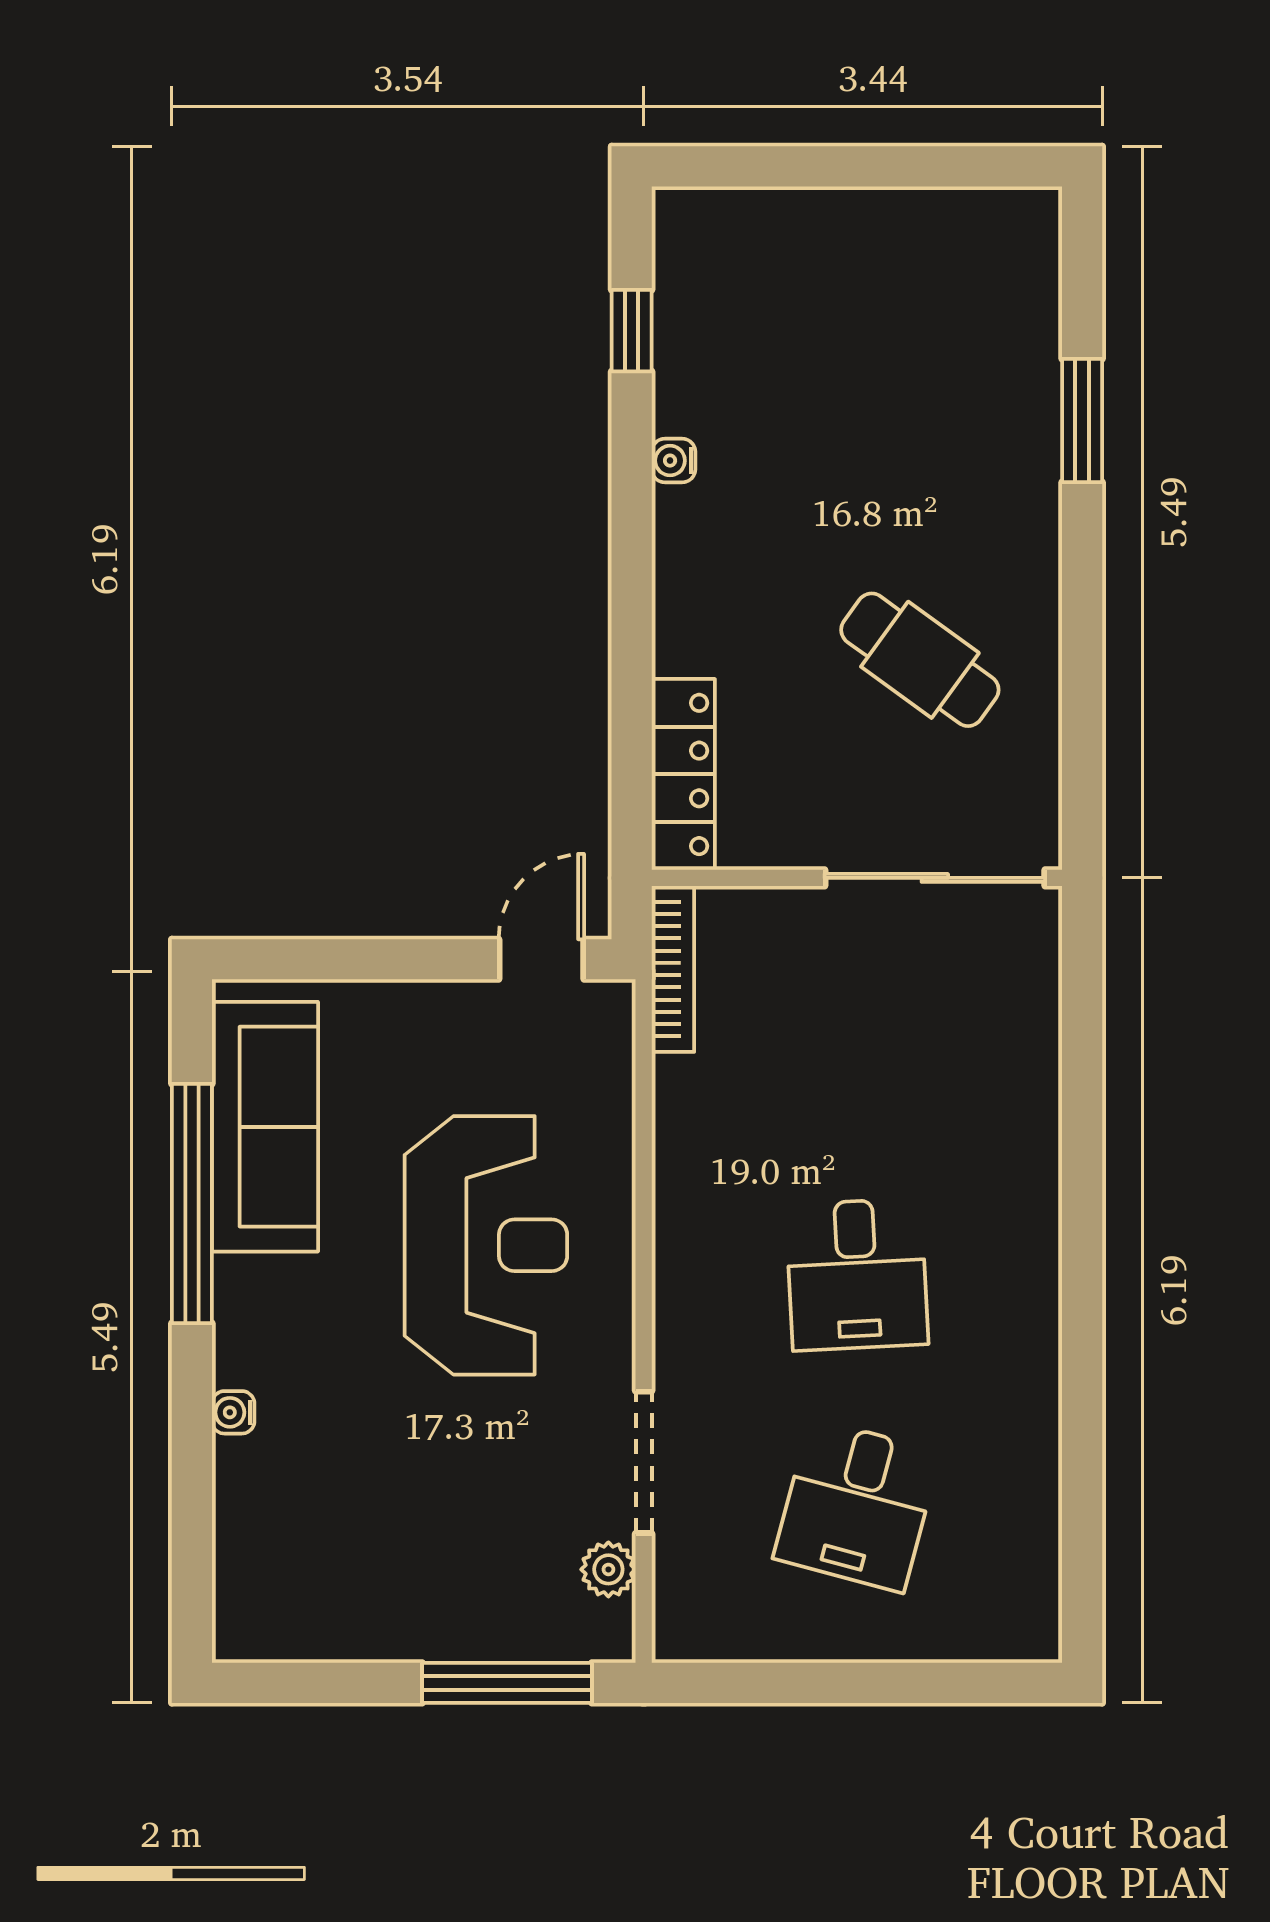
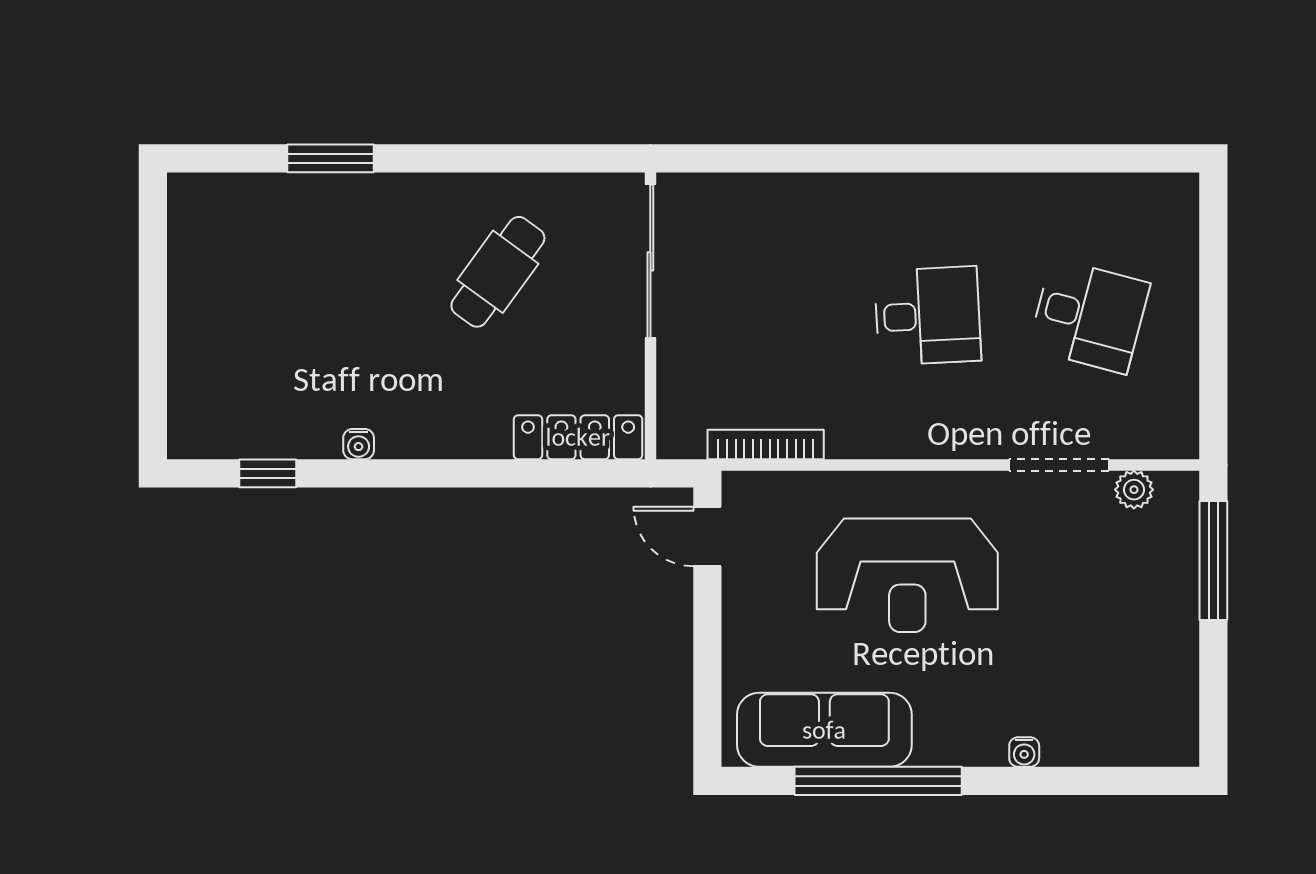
bookcase: (673, 969) -> (766, 444), moved
reception desk: (486, 1245) -> (907, 575), turned 180

